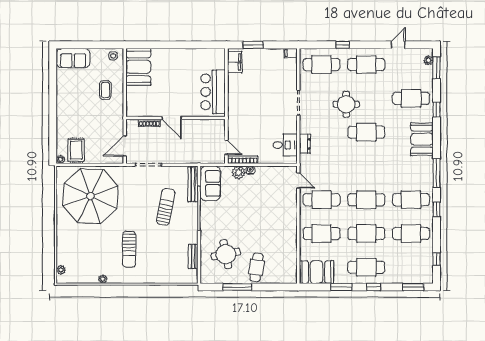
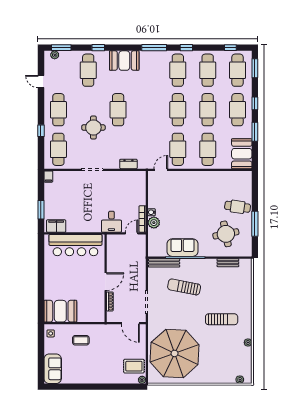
bar counter: (213, 92) -> (75, 245), width x1.36
desk: (285, 145) -> (111, 222), moved, turned 180
sofa: (210, 183) -> (182, 248), moved
cafe table: (411, 267) -> (238, 70), added

